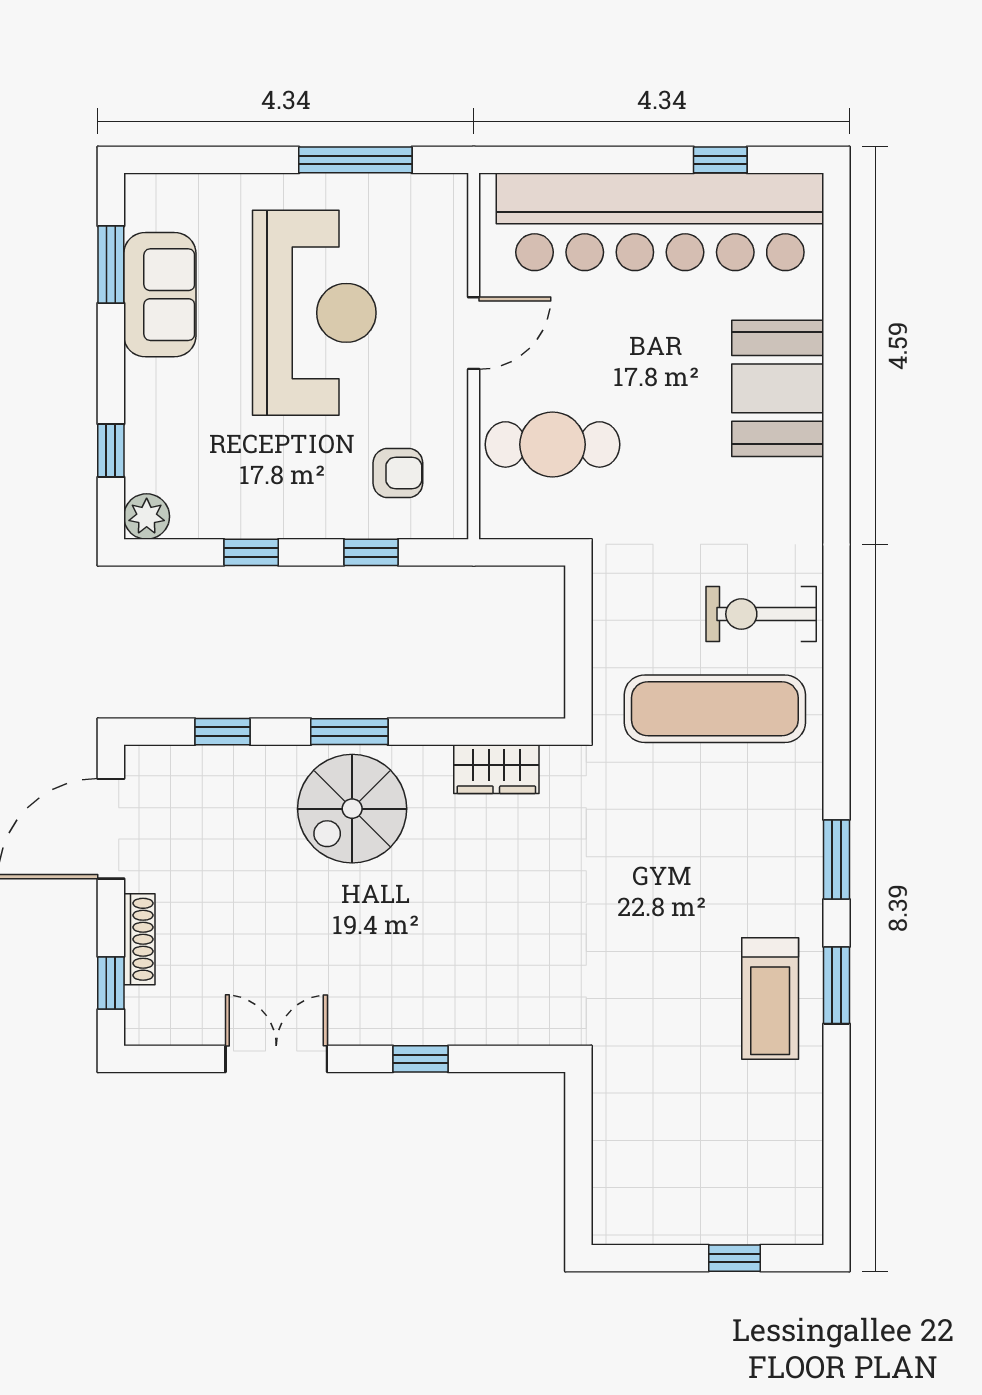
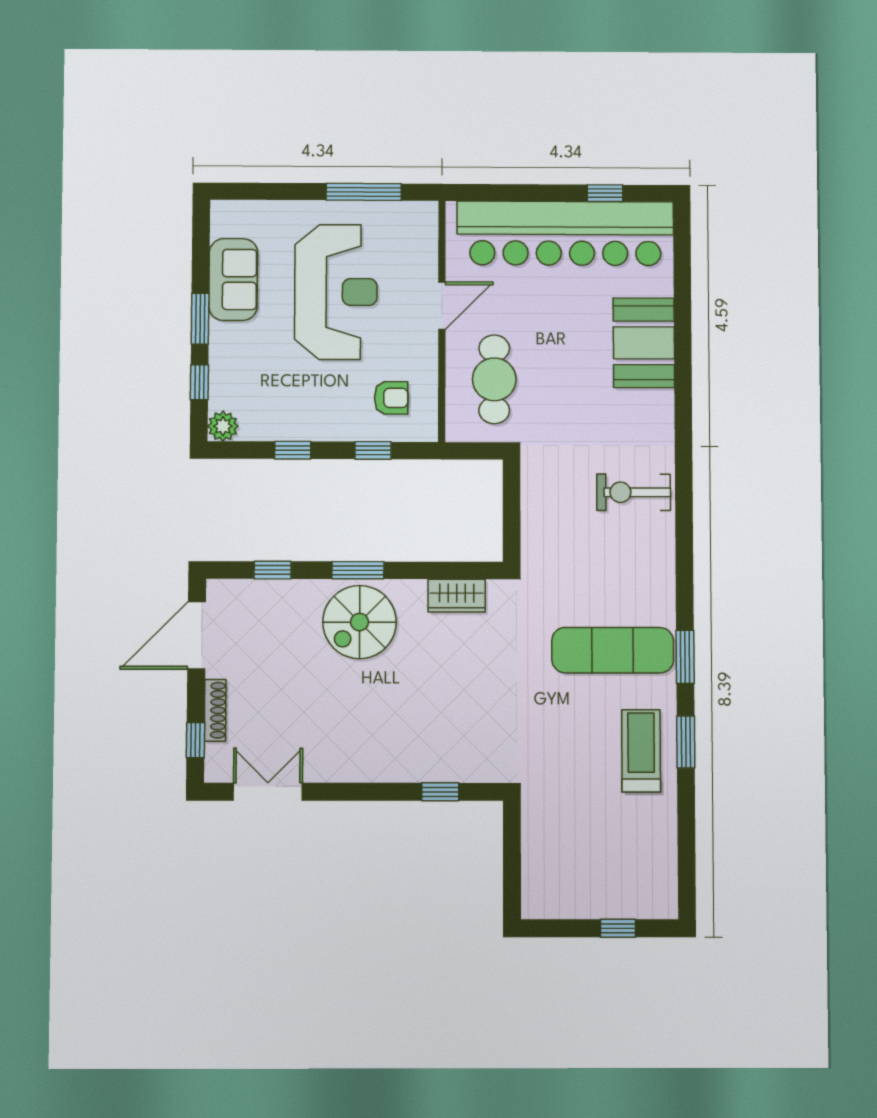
window: (111, 265) -> (200, 319), moved
cafe table: (552, 444) -> (494, 379), turned 90
exercise mat: (715, 709) -> (613, 650), moved
treadmill: (770, 998) -> (641, 751), turned 180
double door: (276, 1059) -> (268, 792), moved
window: (421, 1059) -> (440, 792), moved

